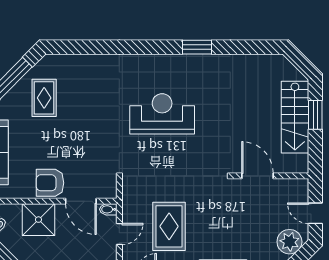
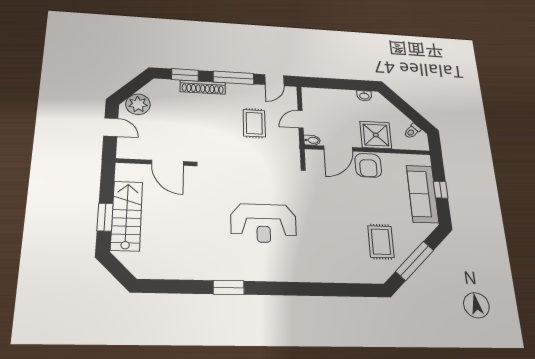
armchair: (50, 183) -> (368, 165), turned 90
door: (81, 201) -> (338, 149), swing flipped
rug: (169, 226) -> (254, 123), width x0.73, depth x0.70

